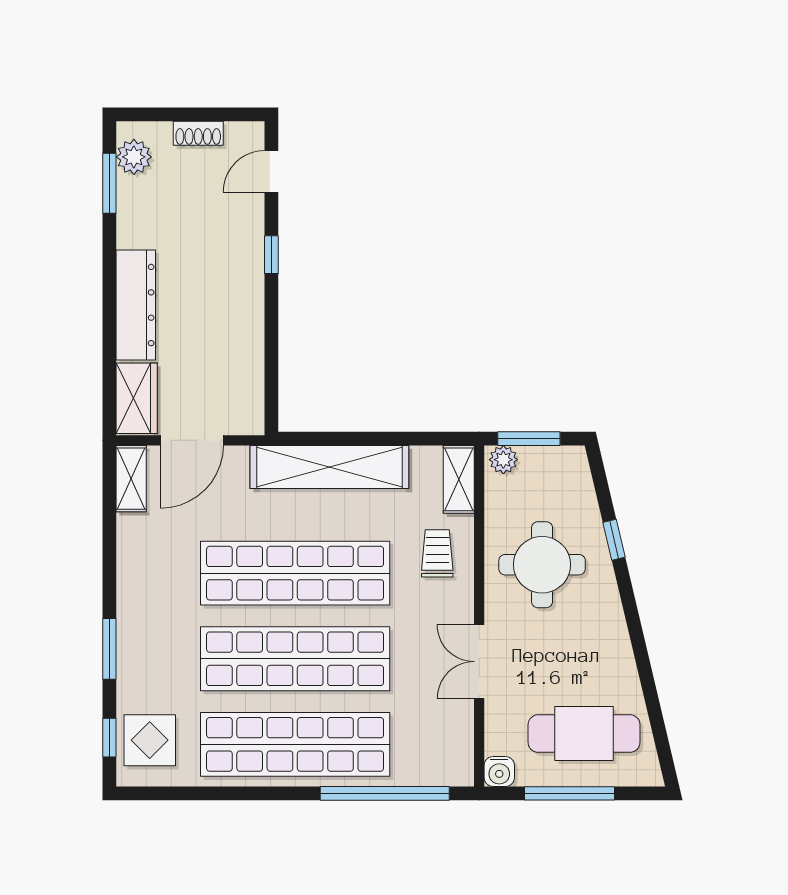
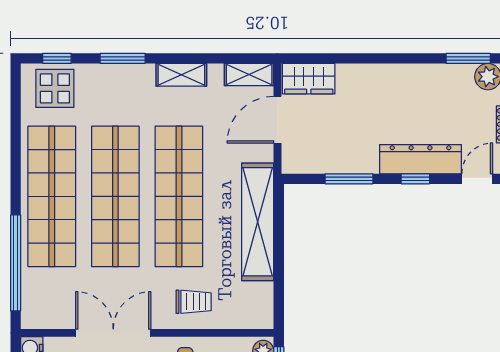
door: (271, 171) -> (477, 179), hinge flipped
dresser: (136, 305) -> (421, 159), moved, turned 180
window: (271, 344) -> (349, 179), added
door: (192, 440) -> (277, 120), hinge flipped
shelving: (459, 479) -> (181, 75), moved
double door: (479, 662) -> (113, 333), width x1.37

